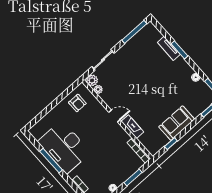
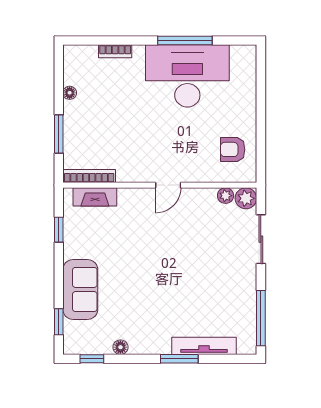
tv unit: (169, 48) -> (204, 346), width x1.41
sofa: (177, 123) -> (80, 289), moved
fireplace: (132, 127) -> (95, 197), moved

